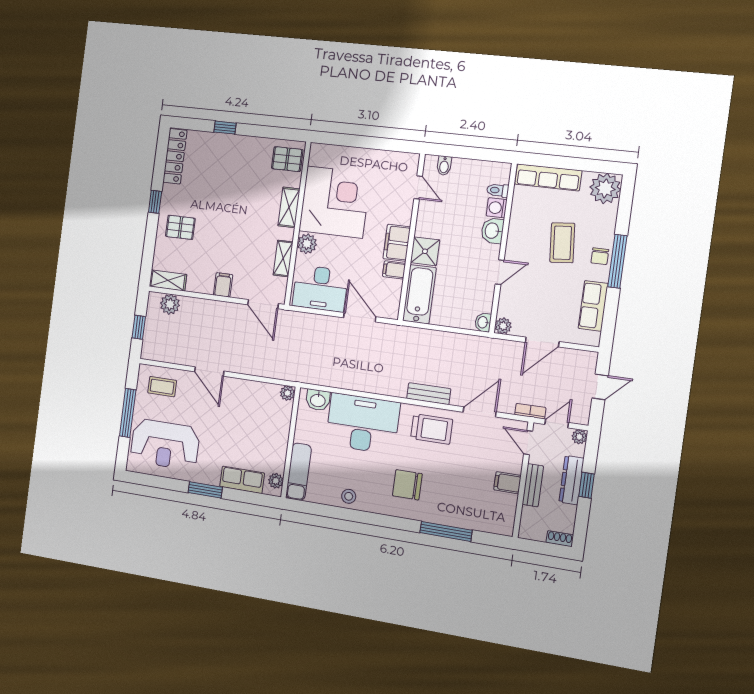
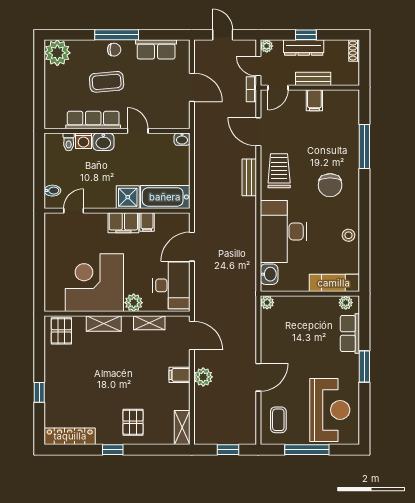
row of seats: (548, 177) -> (93, 120), moved, turned -90
plant: (170, 304) -> (203, 377), moved
door: (263, 304) -> (192, 336), hinge flipped
plant: (503, 326) -> (183, 122), removed

